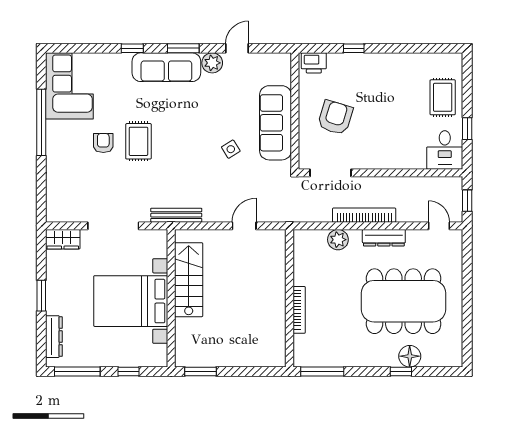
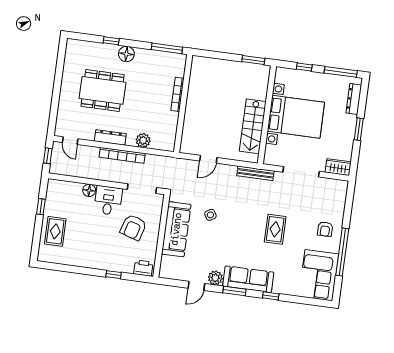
armchair: (103, 143) -> (325, 229), moved
desk: (445, 150) -> (108, 200), moved
floor lamp: (403, 160) -> (89, 190), added
dining table: (404, 301) -> (103, 90), width x0.73, depth x0.80
floor lamp: (410, 356) -> (126, 54), moved

